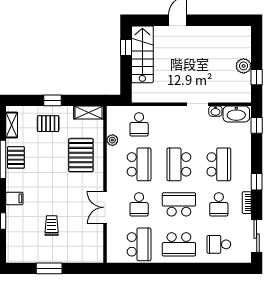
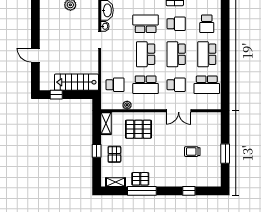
stairs: (142, 54) -> (76, 82), moved
school desk: (139, 164) -> (146, 85), turned 180
school desk: (179, 164) -> (146, 54), turned 90
filing cabinet: (14, 198) -> (172, 180), removed
school desk: (139, 244) -> (207, 85), turned 180
school desk: (179, 244) -> (207, 54), turned 180

